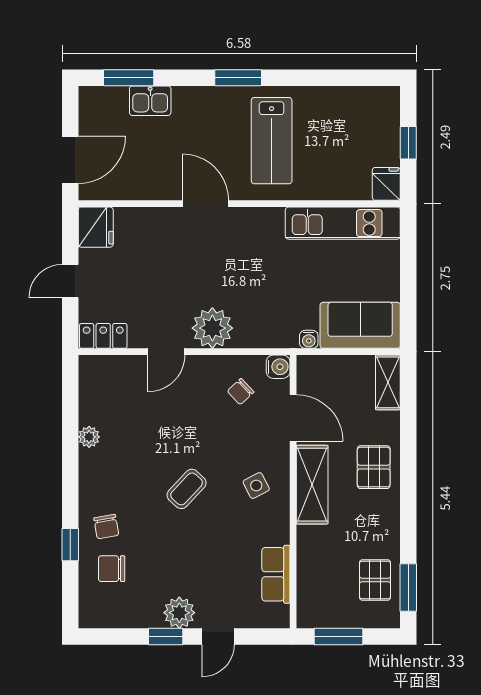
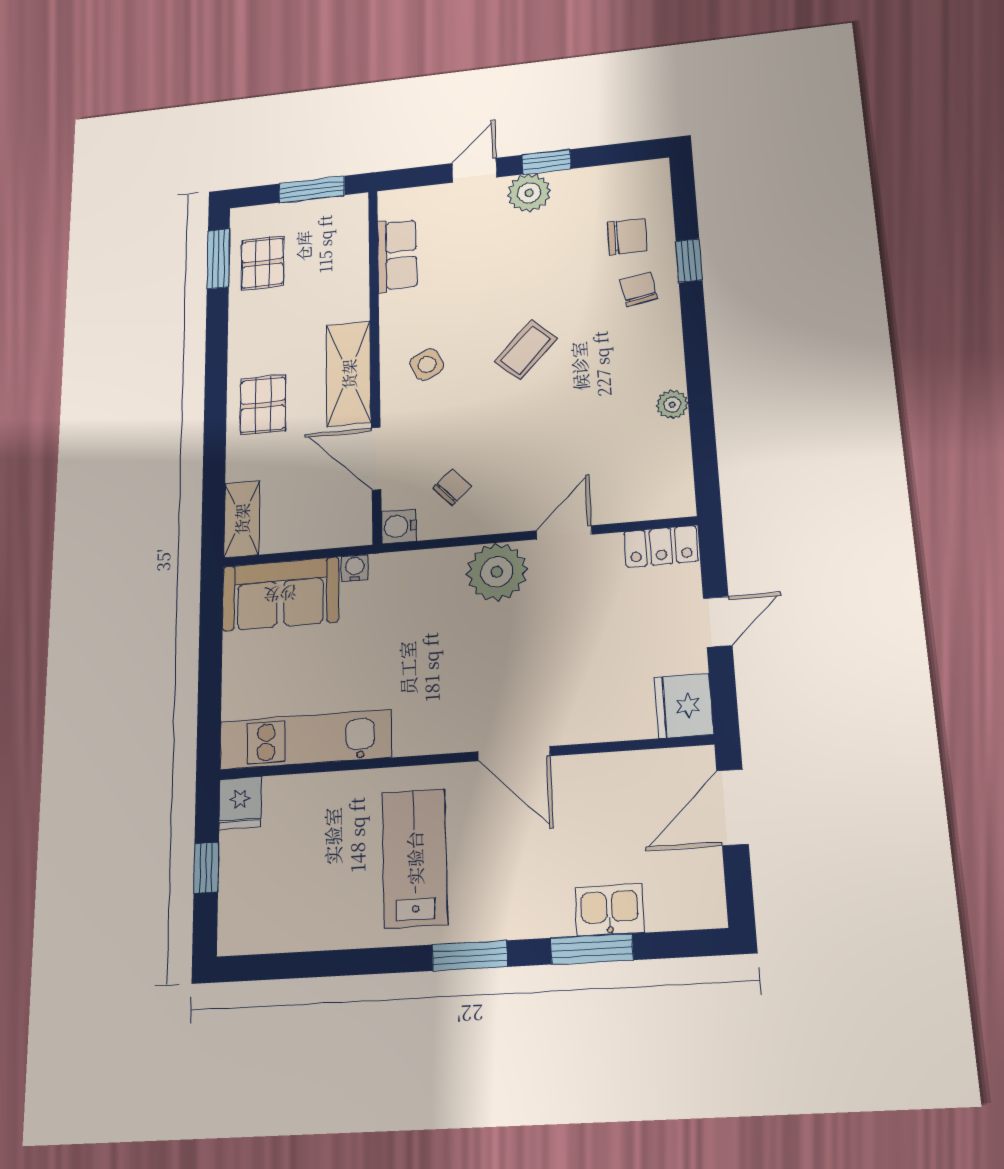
window: (129, 78) -> (592, 949), moved

